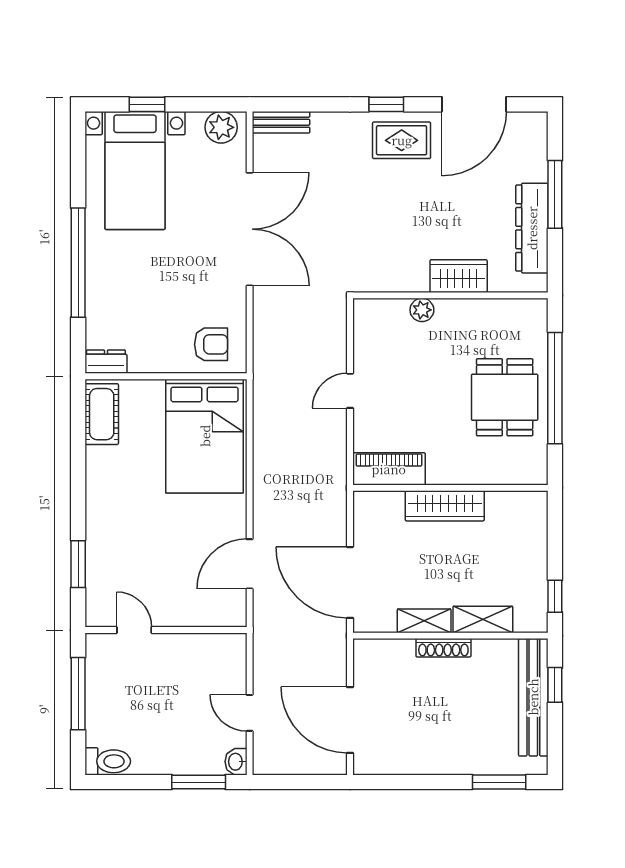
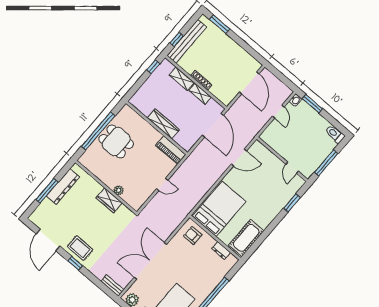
door: (474, 104) -> (48, 240), swing flipped
wardrobe: (459, 276) -> (109, 200), moved
dresser: (106, 362) -> (221, 251), moved
dining table: (505, 397) -> (116, 142), turned 90
cot: (102, 414) -> (246, 238), width x1.37, depth x1.34

